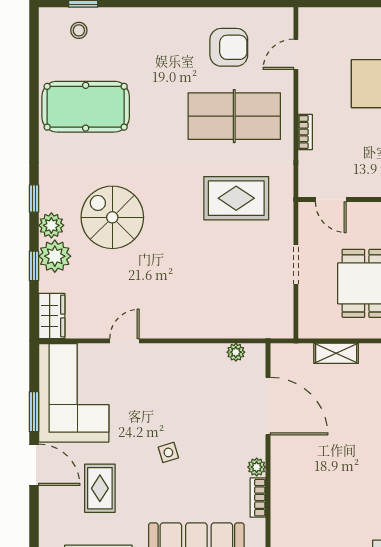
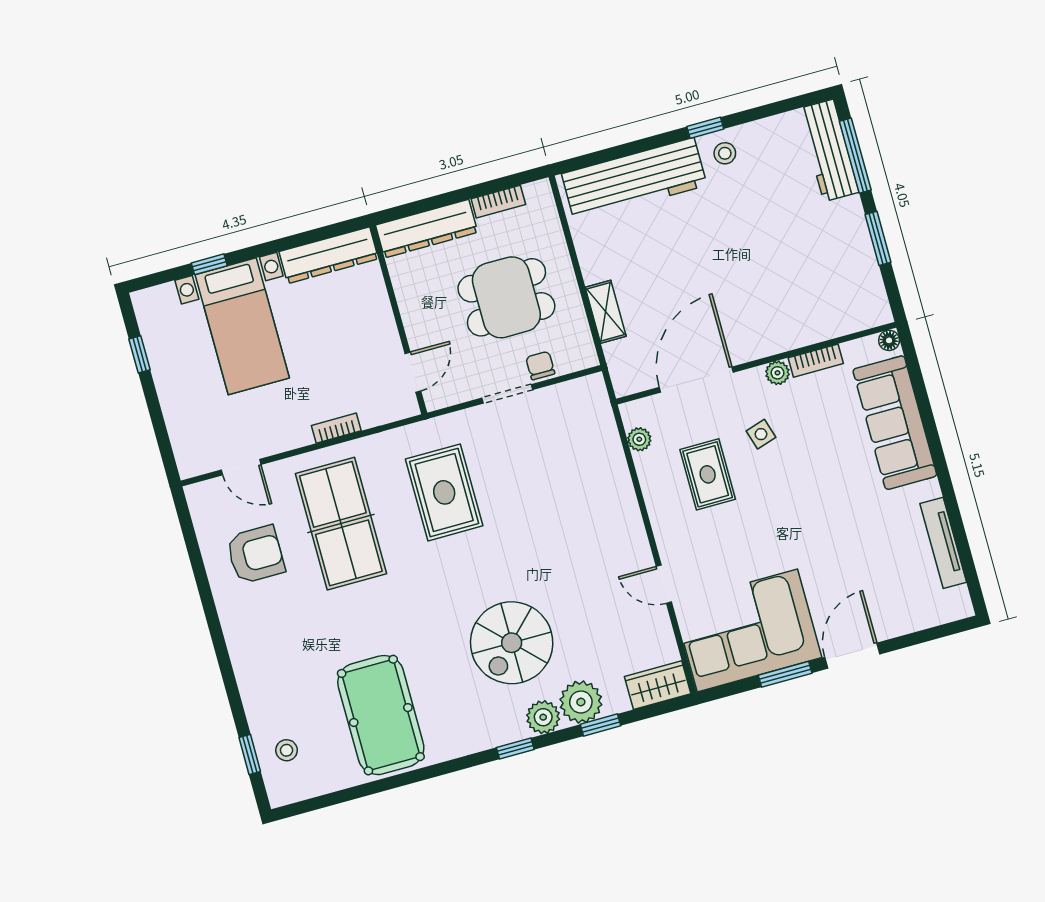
armchair: (229, 47) -> (256, 554), turned 90
chair: (310, 294) -> (540, 365), added
side table: (168, 452) -> (761, 434), moved
rug: (100, 488) -> (708, 474), moved, turned 90

